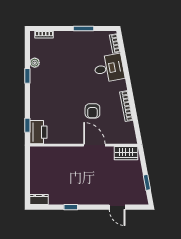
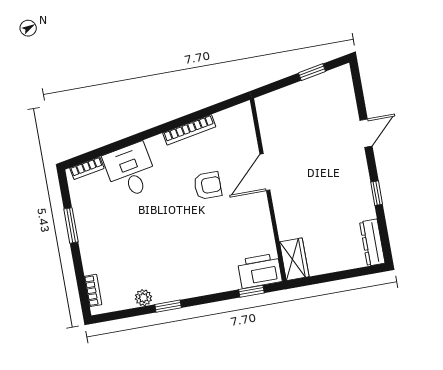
wardrobe: (126, 153) -> (294, 259), moved
dresser: (39, 200) -> (372, 243), width x1.44
door: (117, 207) -> (366, 133), moved

